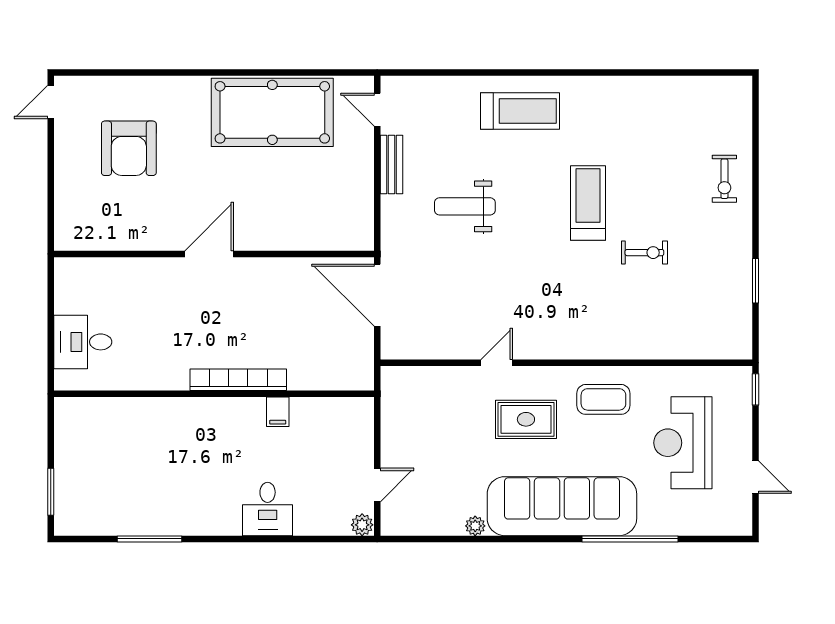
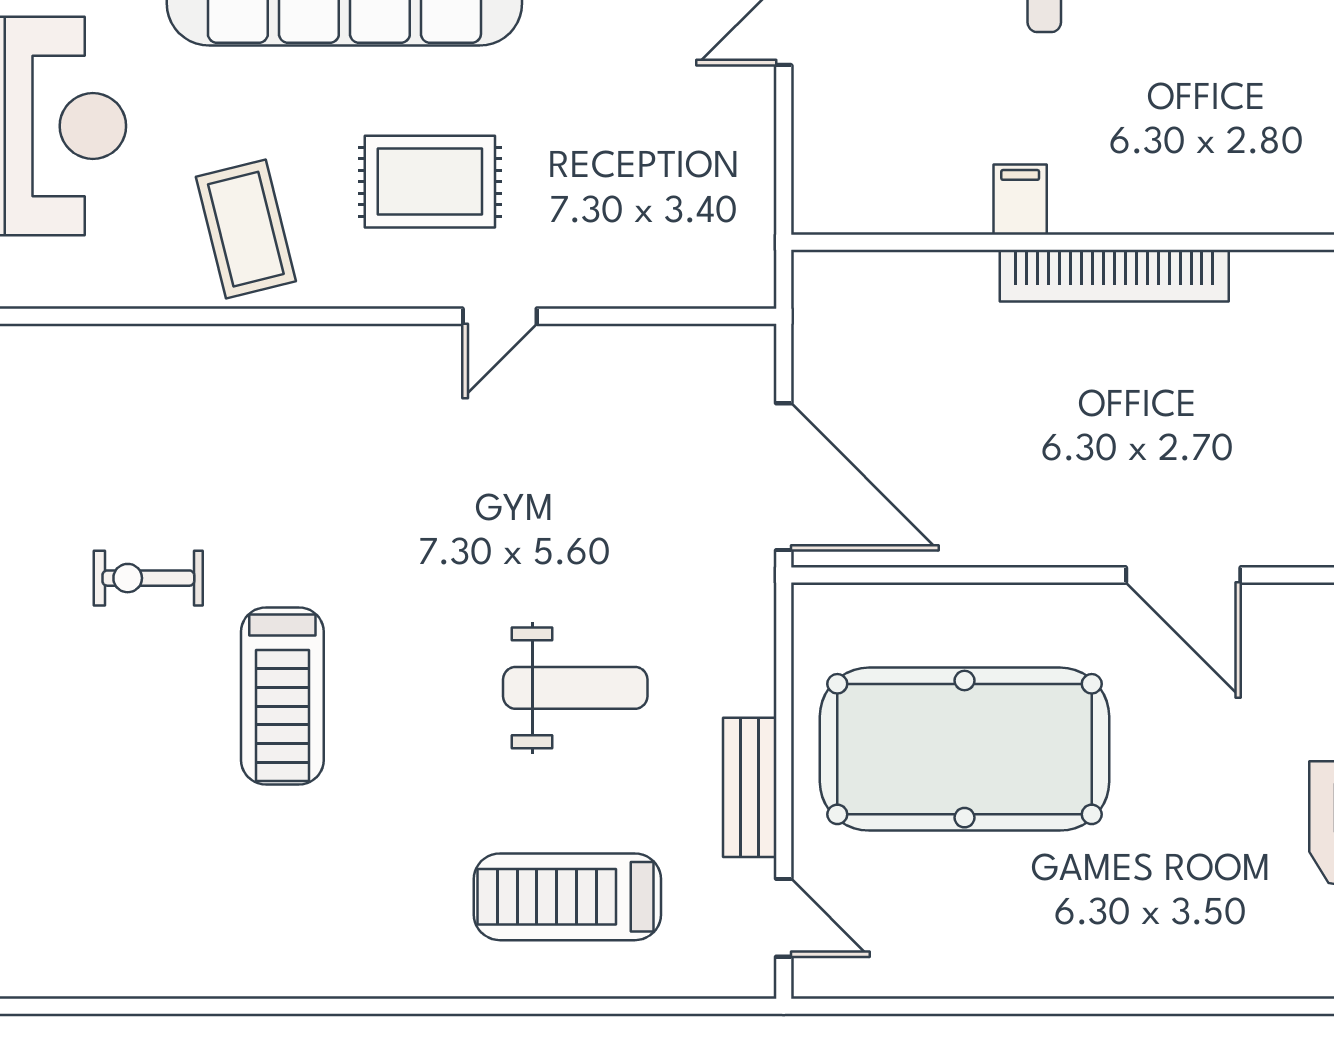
treadmill: (520, 111) -> (567, 897), moved
pool table: (272, 112) -> (965, 749), moved
door: (209, 254) -> (1183, 575), hinge flipped
coffee table: (603, 399) -> (246, 229), turned 76

